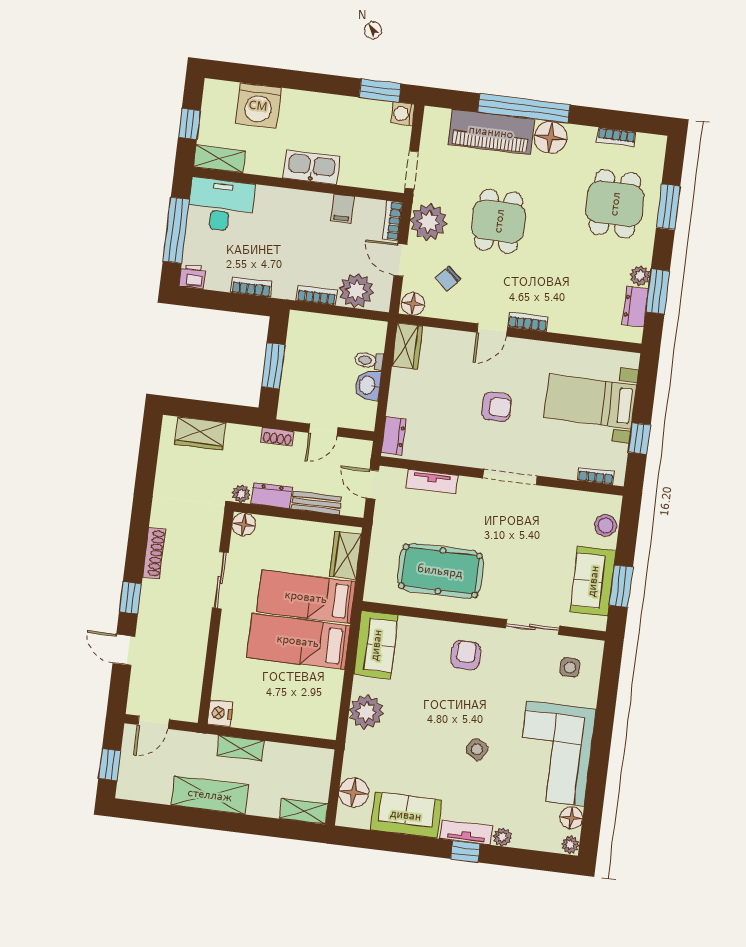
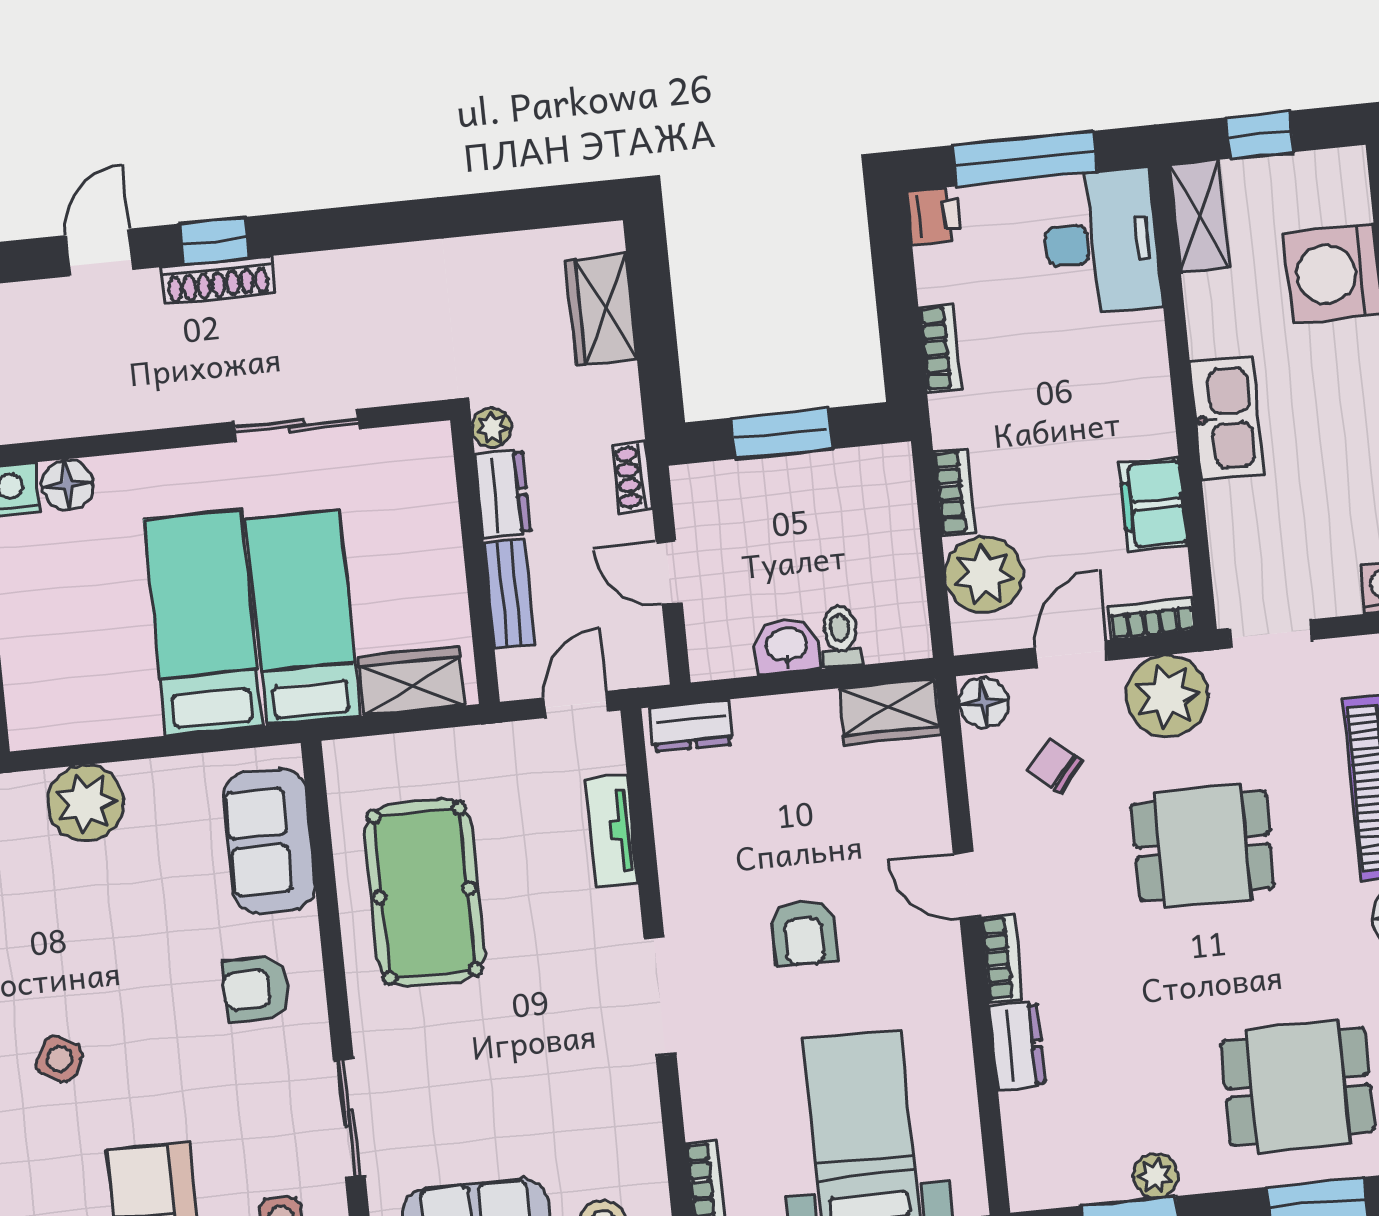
filing cabinet: (342, 209) -> (1153, 504), width x2.00
dresser: (635, 307) -> (1017, 1046), moved, turned 90
floor lamp: (244, 524) -> (67, 485), moved
shoe rack: (154, 553) -> (218, 280), moved
sofa: (376, 645) -> (269, 841), moved, turned 90
armchair: (466, 655) -> (256, 989), turned 180

